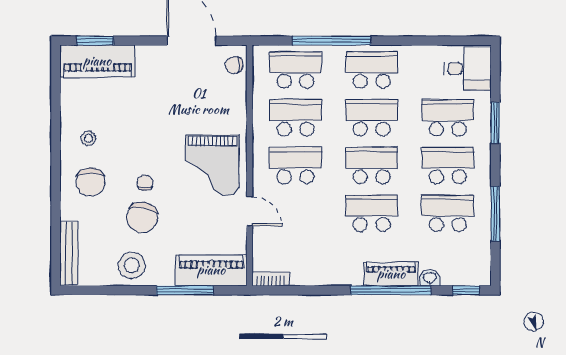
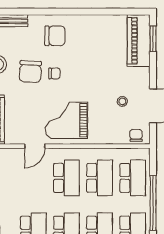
stool: (88, 138) -> (122, 101), moved
chair: (91, 182) -> (55, 36), turned 180
chair: (142, 217) -> (30, 72), turned -98

